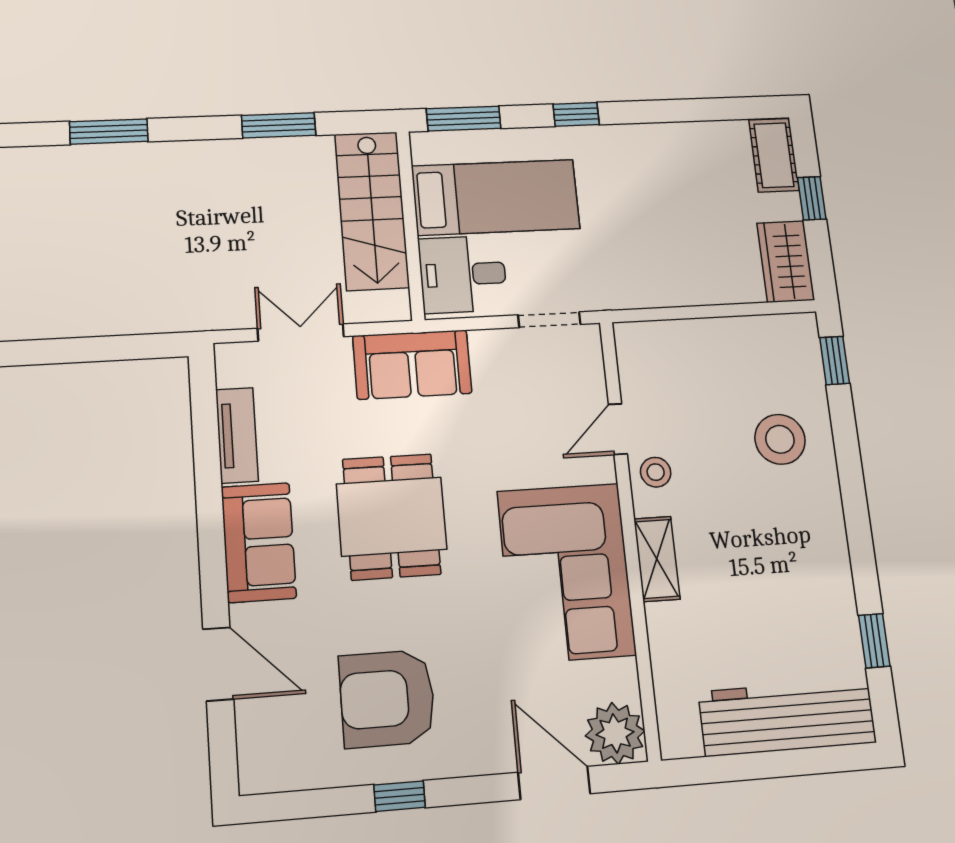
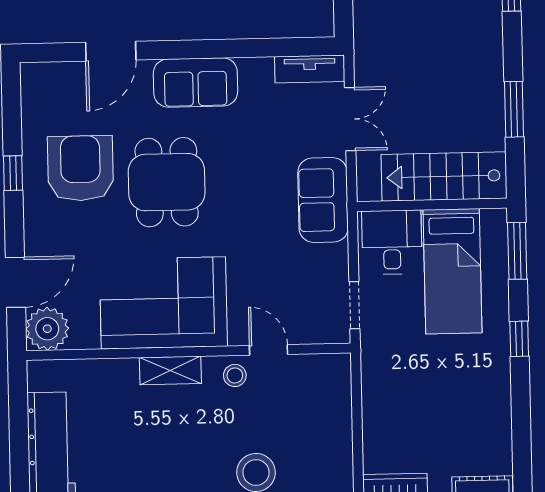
tv unit: (237, 435) -> (310, 69), moved
dining table: (392, 517) -> (167, 182), moved, turned 90

